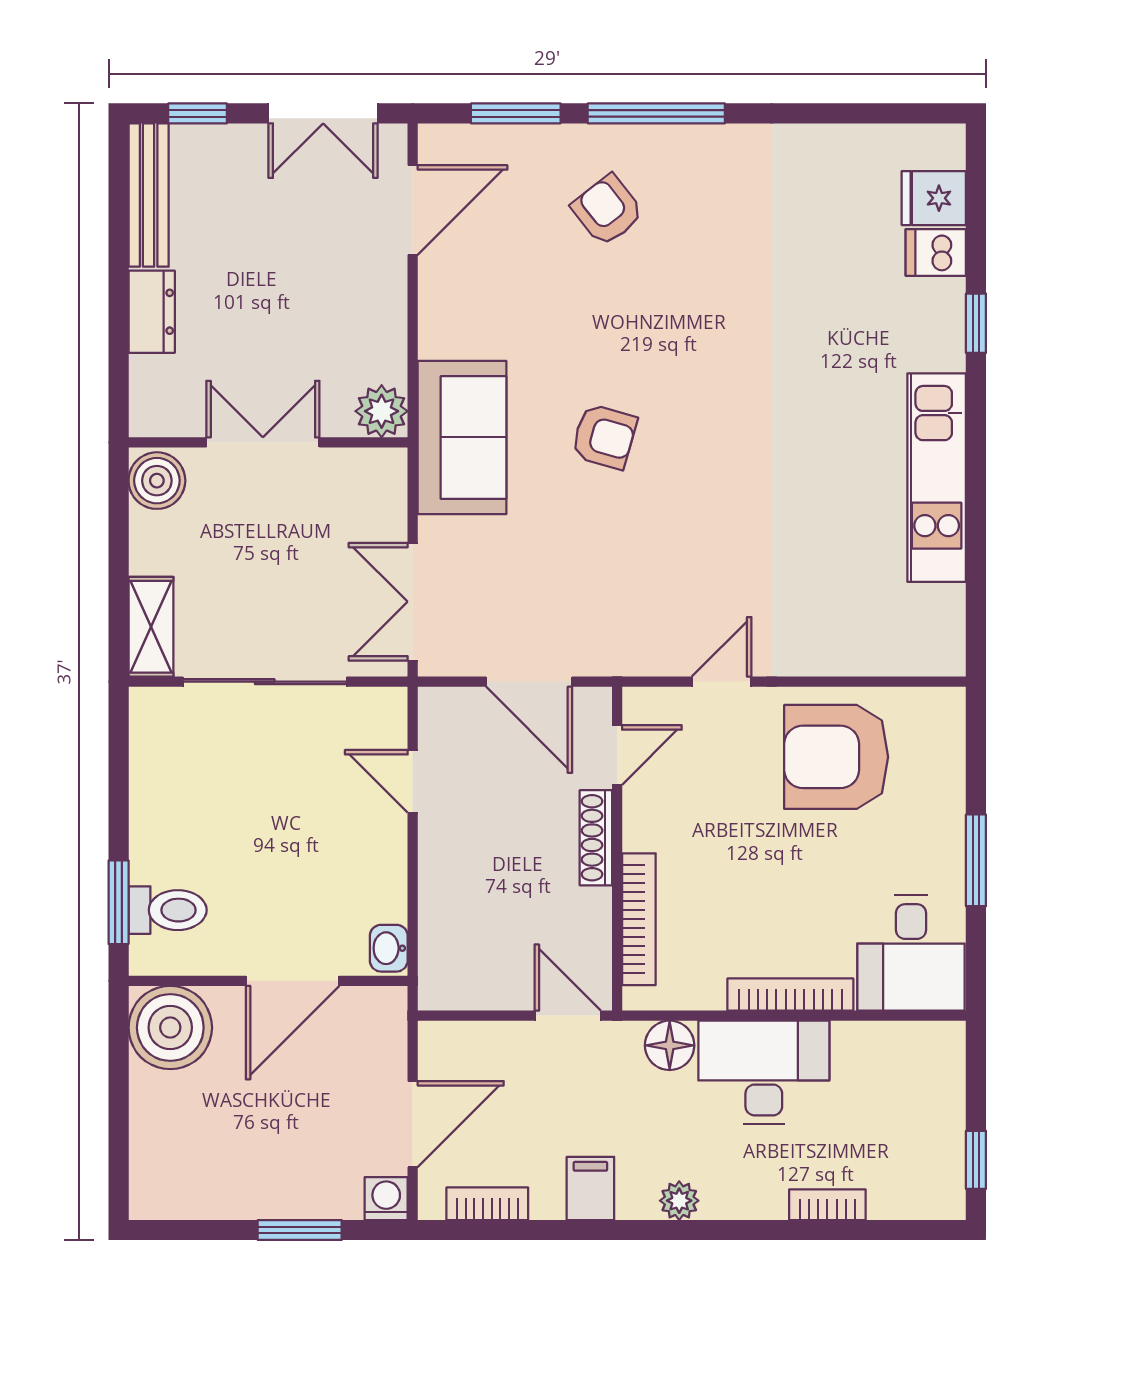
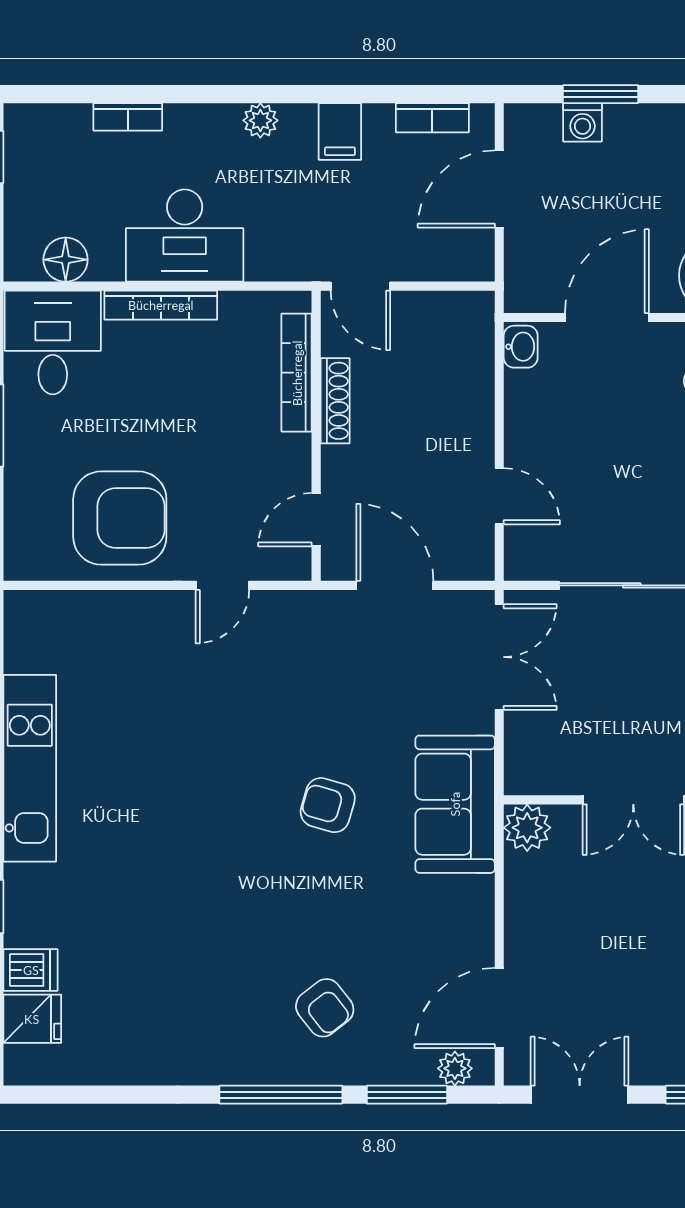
plant: (462, 143) -> (455, 1068), added
shoe rack: (596, 838) -> (335, 401), moved
floor lamp: (670, 1045) -> (66, 260), moved
washing machine: (386, 1199) -> (582, 122), moved

